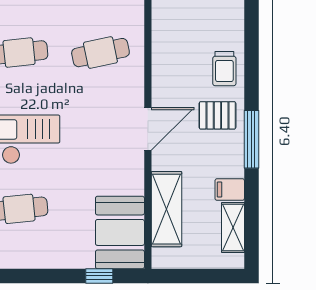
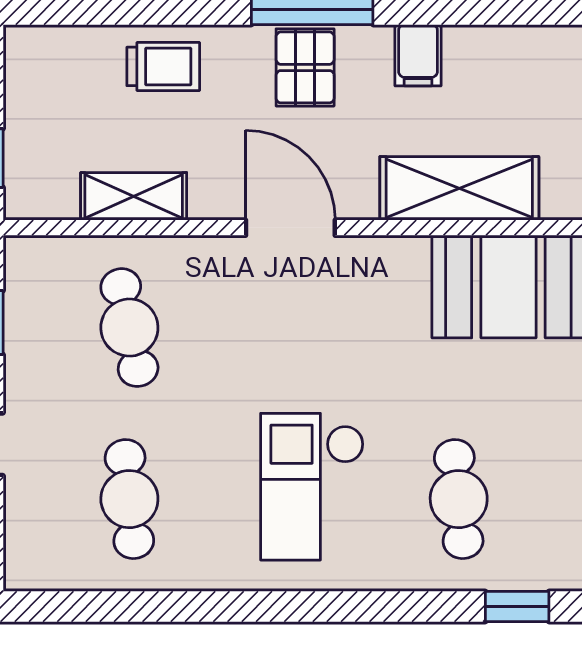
pallet: (217, 115) -> (305, 67), moved
shelving: (233, 227) -> (134, 196), moved

